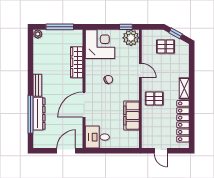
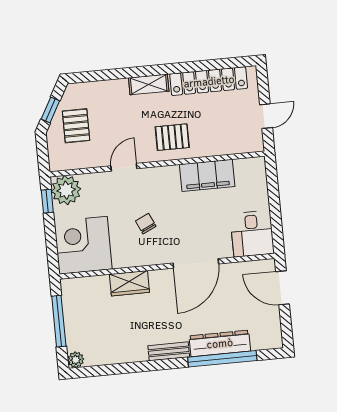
wardrobe: (77, 62) -> (129, 283), width x0.67
pallet: (154, 98) -> (172, 137), turned 90
door: (84, 105) -> (196, 263), hinge flipped

